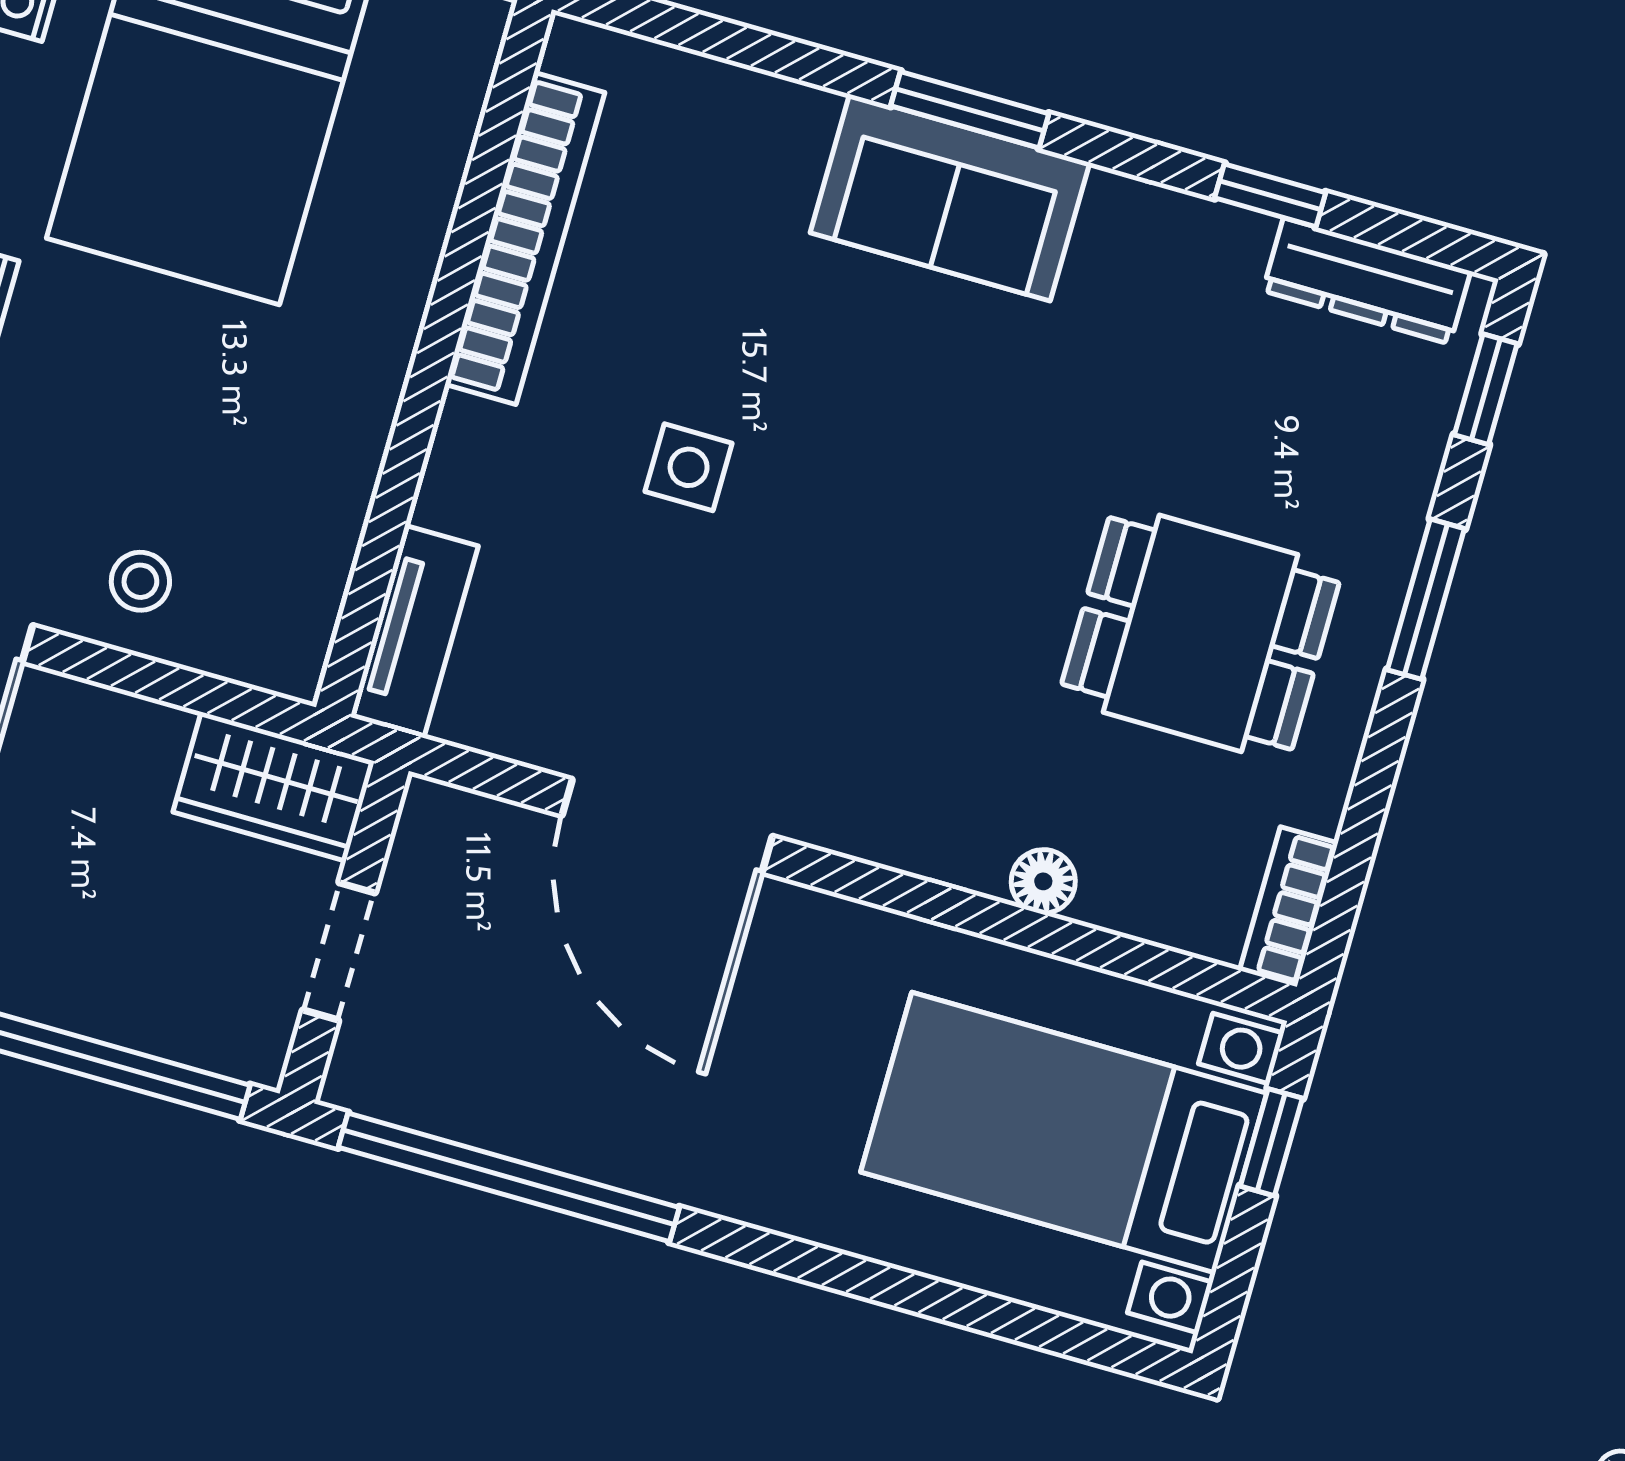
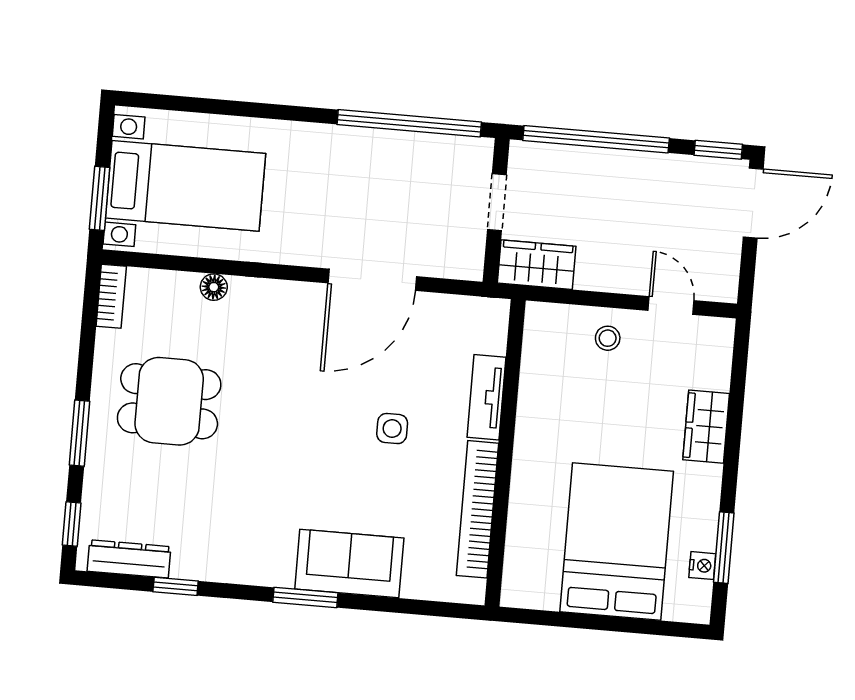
sofa: (950, 198) -> (349, 564), moved
tv unit: (414, 632) -> (486, 397), moved
door: (667, 826) -> (372, 280), swing flipped
window: (1271, 1142) -> (100, 198), width x1.50

